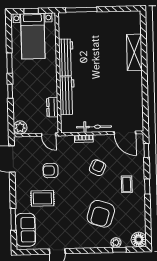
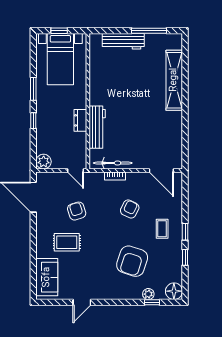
window: (81, 10) -> (149, 31), moved
shelving: (134, 52) -> (174, 80), width x1.47
workbench: (66, 57) -> (123, 41), moved, turned 90
dresser: (52, 107) -> (80, 120), moved
bicycle: (94, 127) -> (113, 163), moved
window: (146, 150) -> (185, 257), moved
armchair: (51, 171) -> (77, 211), turned 72
window: (13, 219) -> (33, 265), removed

